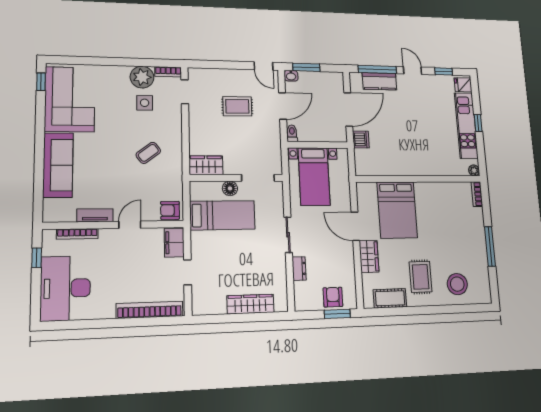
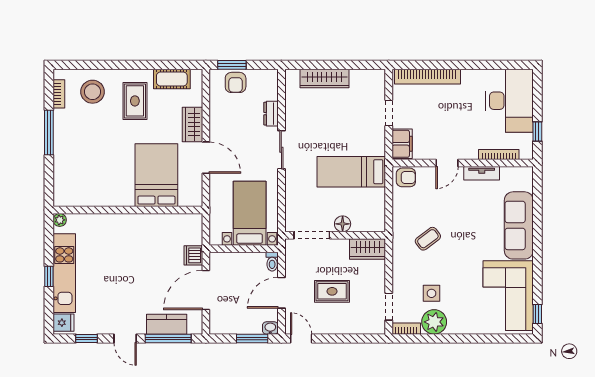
wardrobe: (206, 165) -> (368, 249), moved
wall: (237, 178) -> (335, 235), moved
doorway: (258, 178) -> (312, 235), moved
floor lamp: (230, 188) -> (343, 224), moved
bookcase: (477, 194) -> (59, 94), moved

